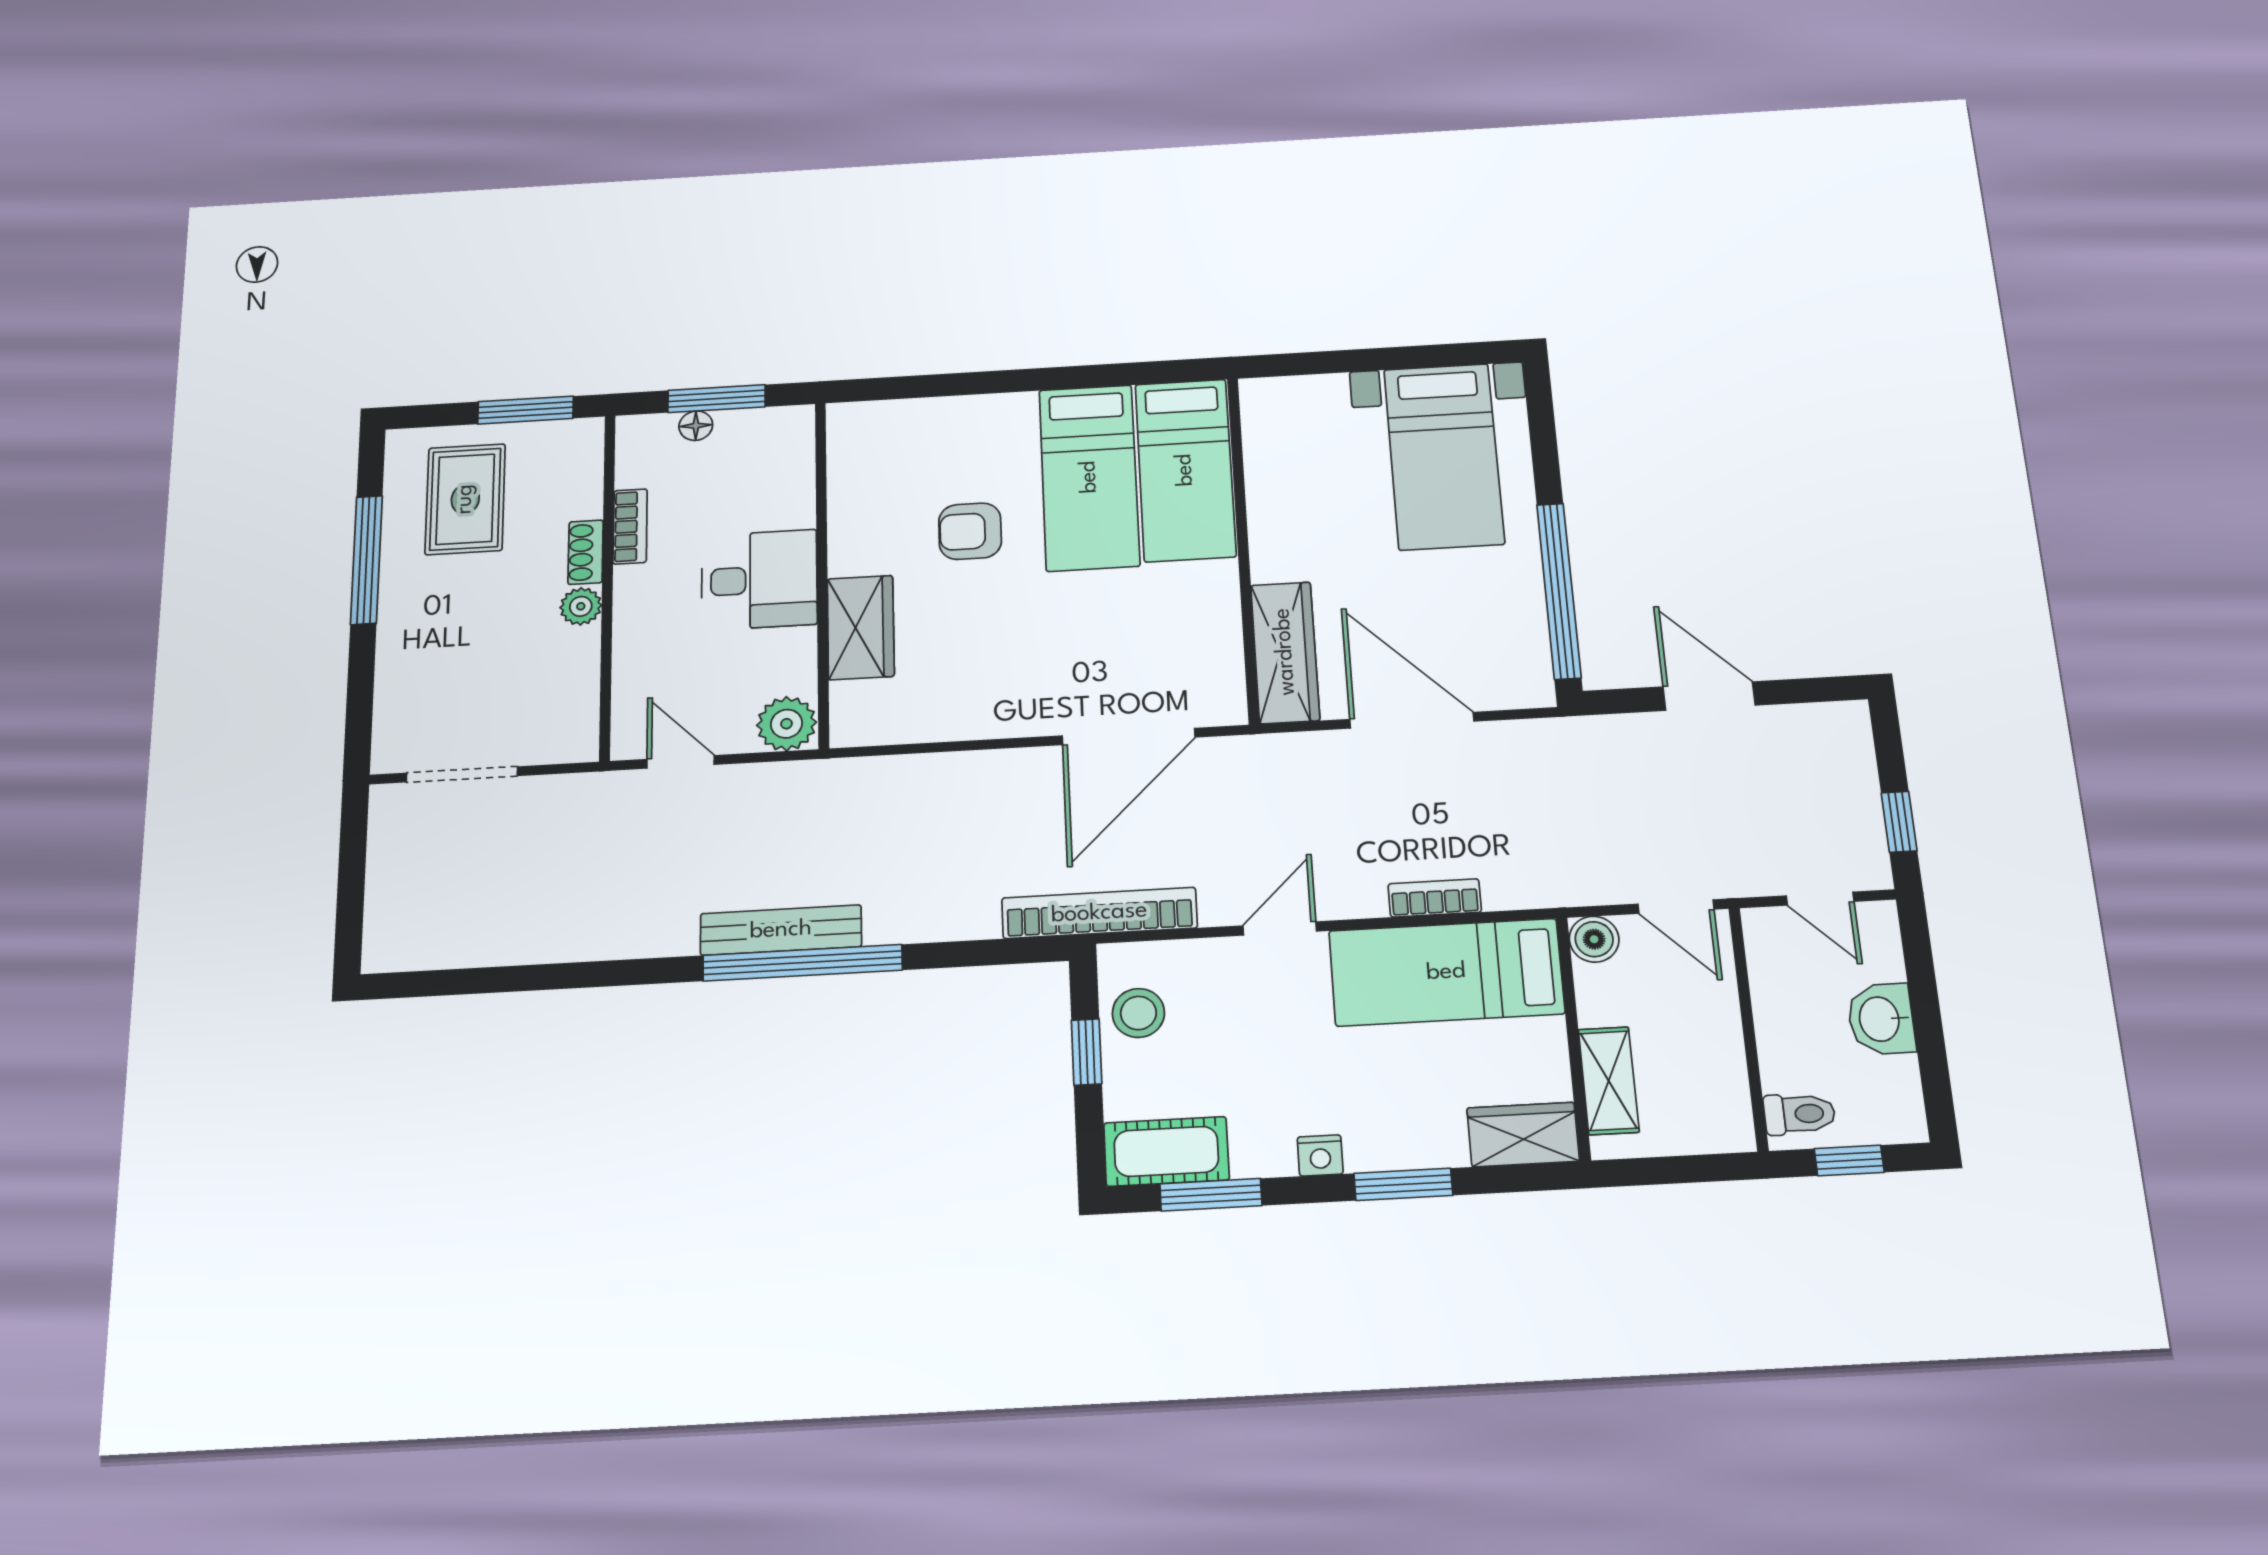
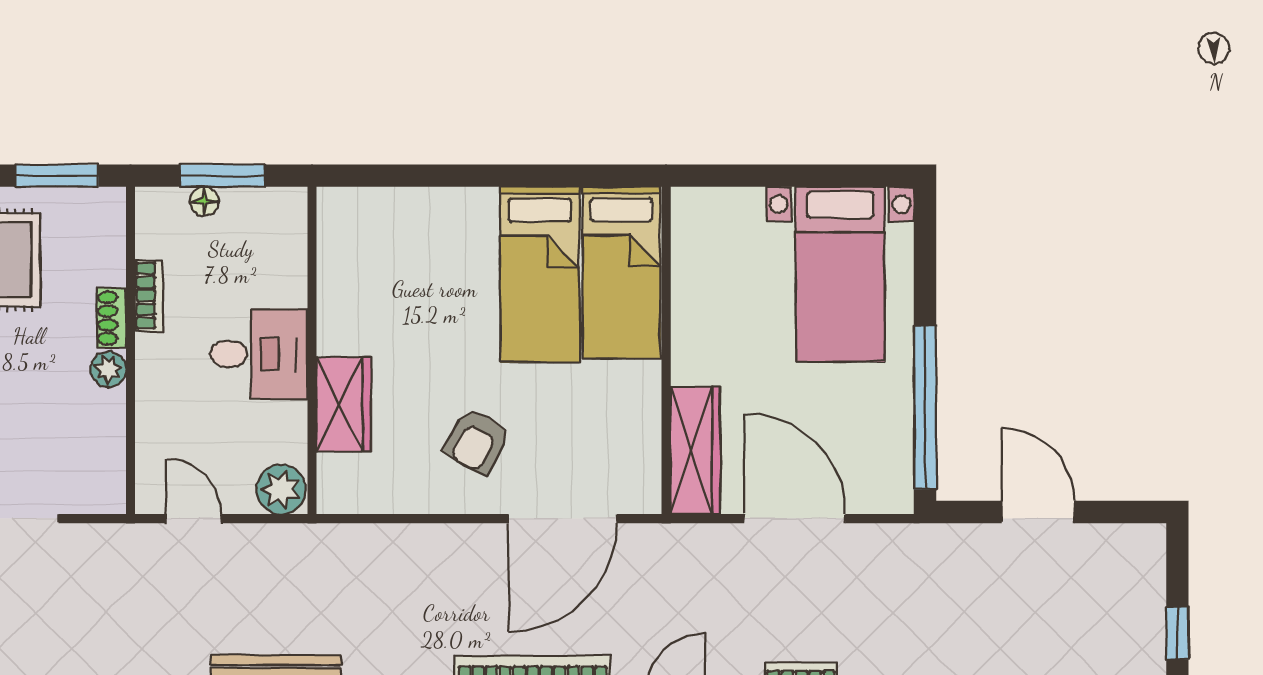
armchair: (970, 531) -> (477, 441), moved, turned -61

